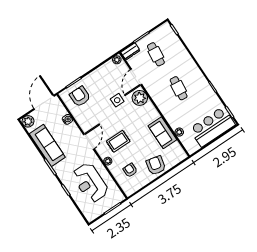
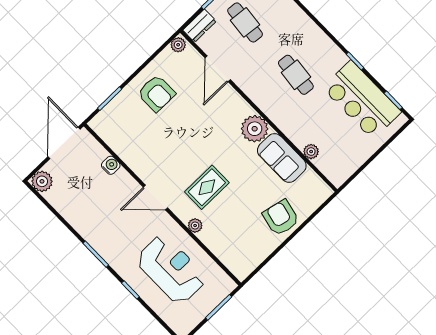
armchair: (80, 97) -> (156, 93), moved, turned 180
plant: (140, 98) -> (255, 129), moved
side table: (117, 100) -> (192, 115), removed
bar counter: (212, 127) -> (362, 100), moved, turned -90
door: (89, 142) -> (155, 197), swing flipped
sofa: (47, 145) -> (84, 218), removed
armchair: (130, 170) -> (237, 234), removed
reception desk: (90, 183) -> (171, 269), turned 180

